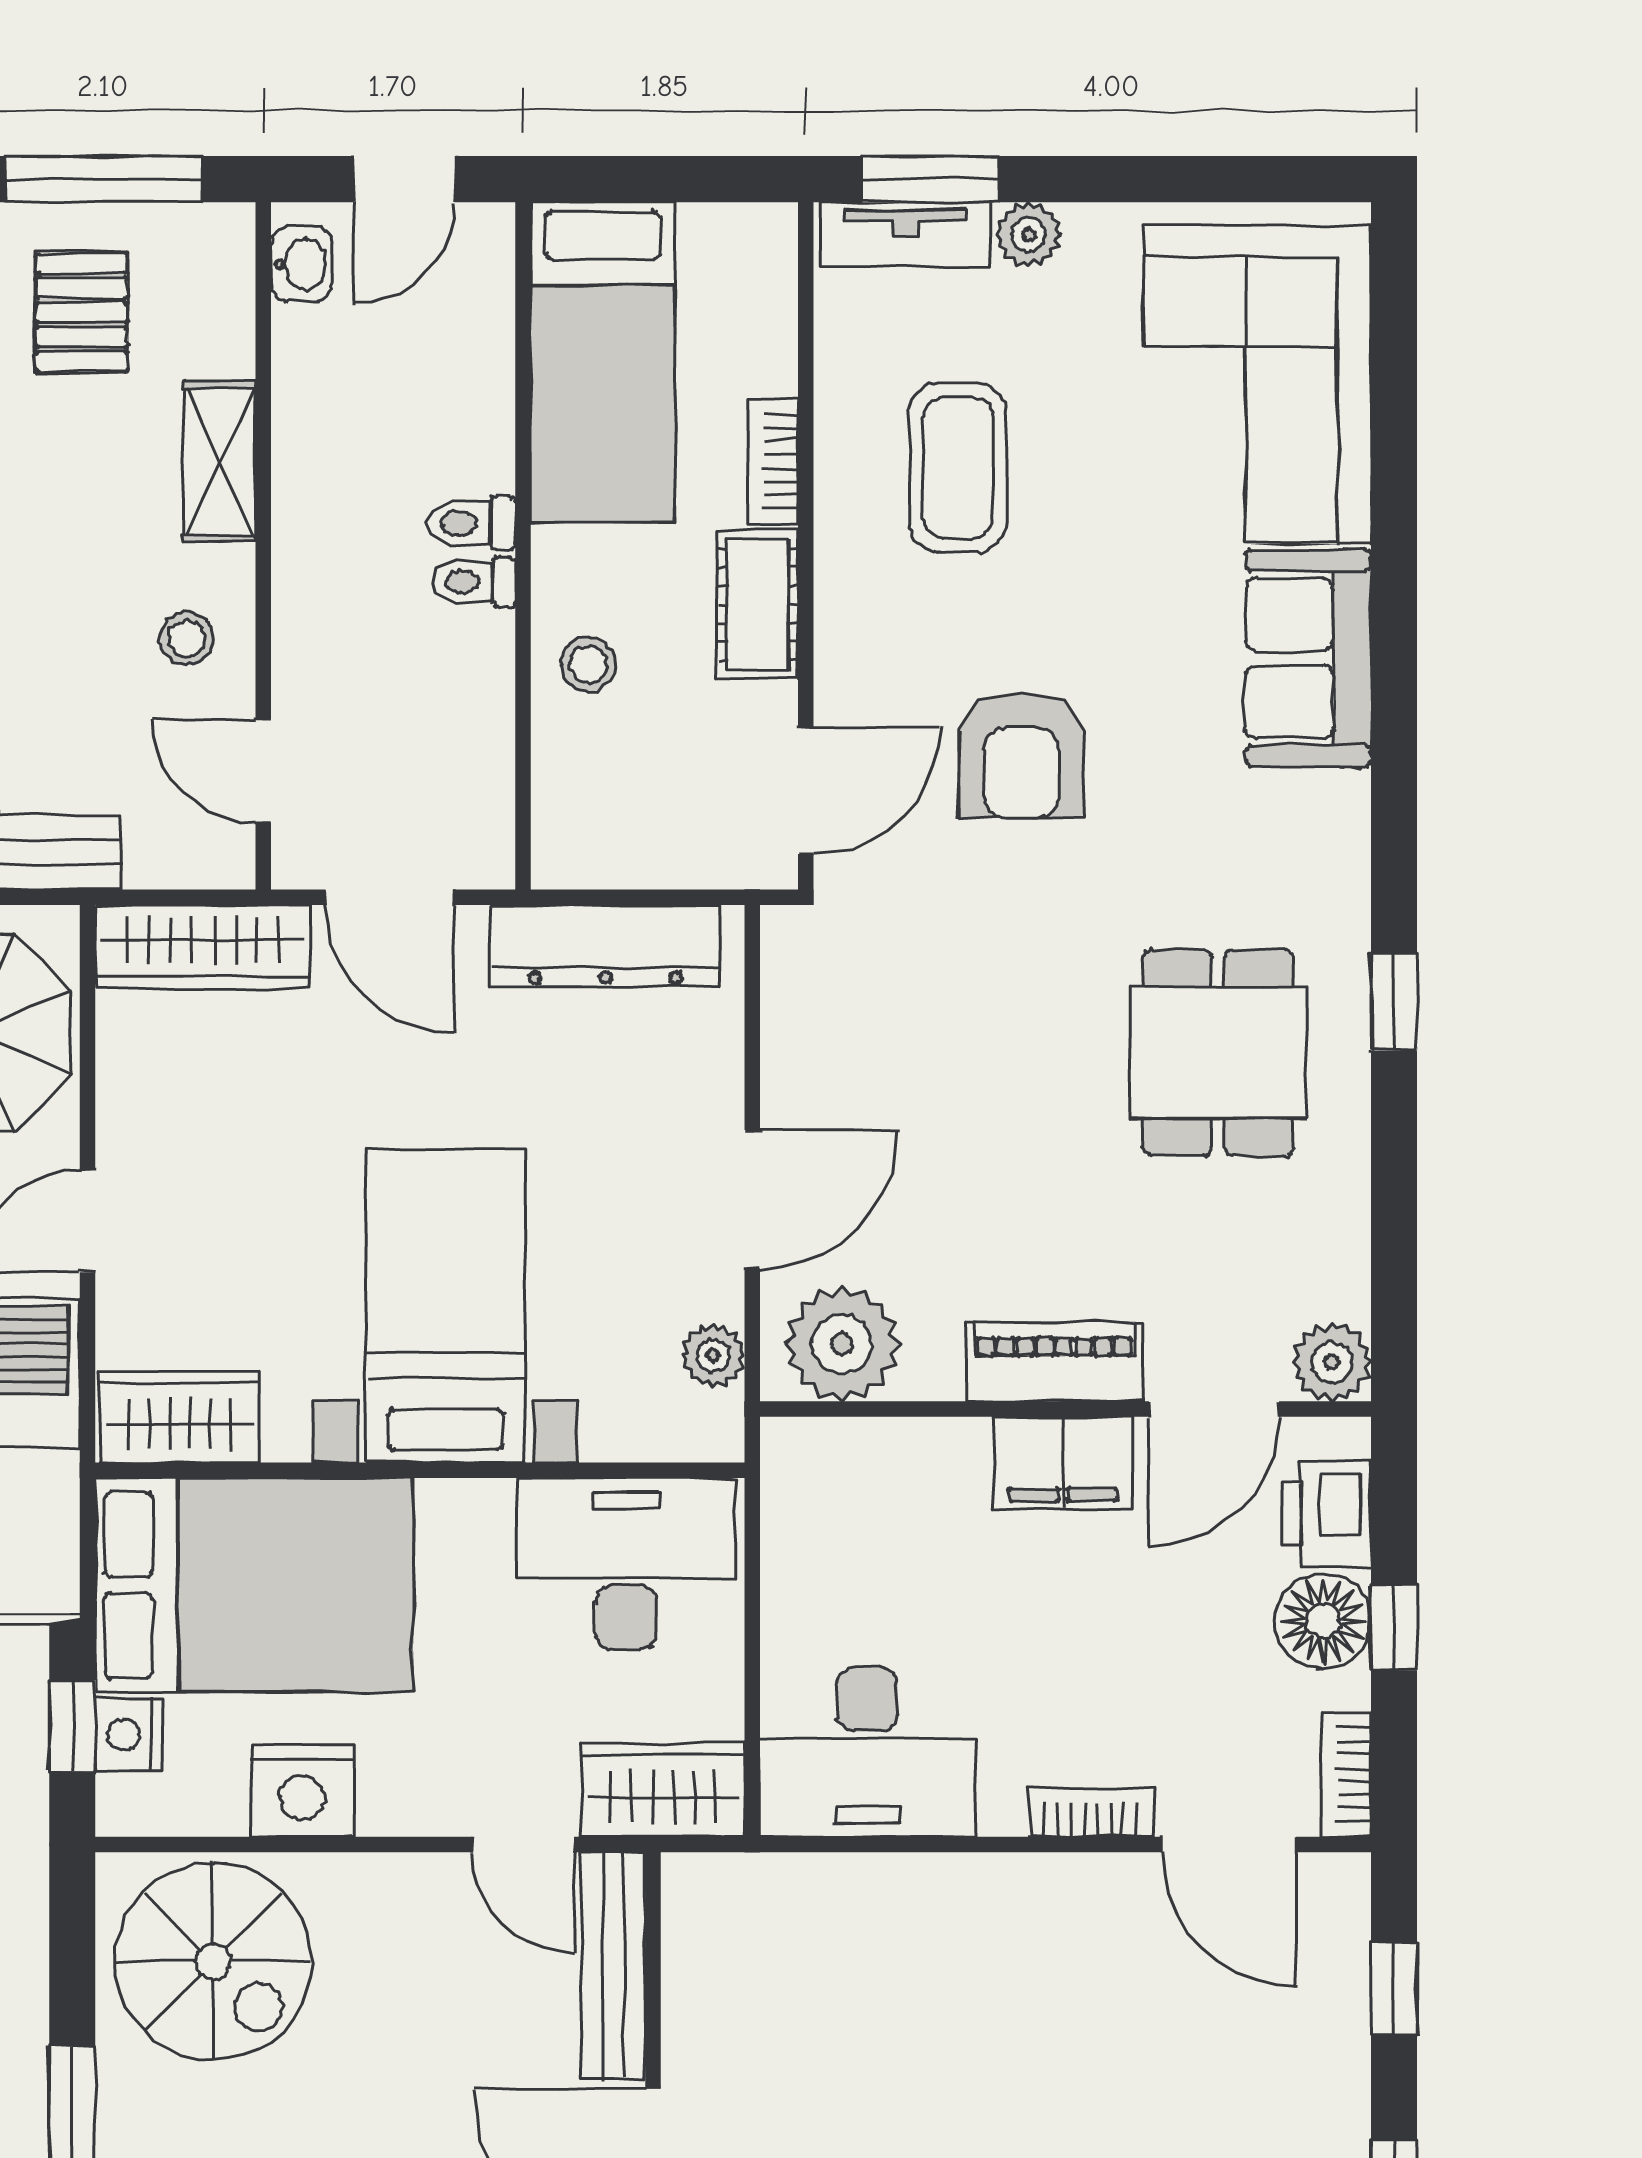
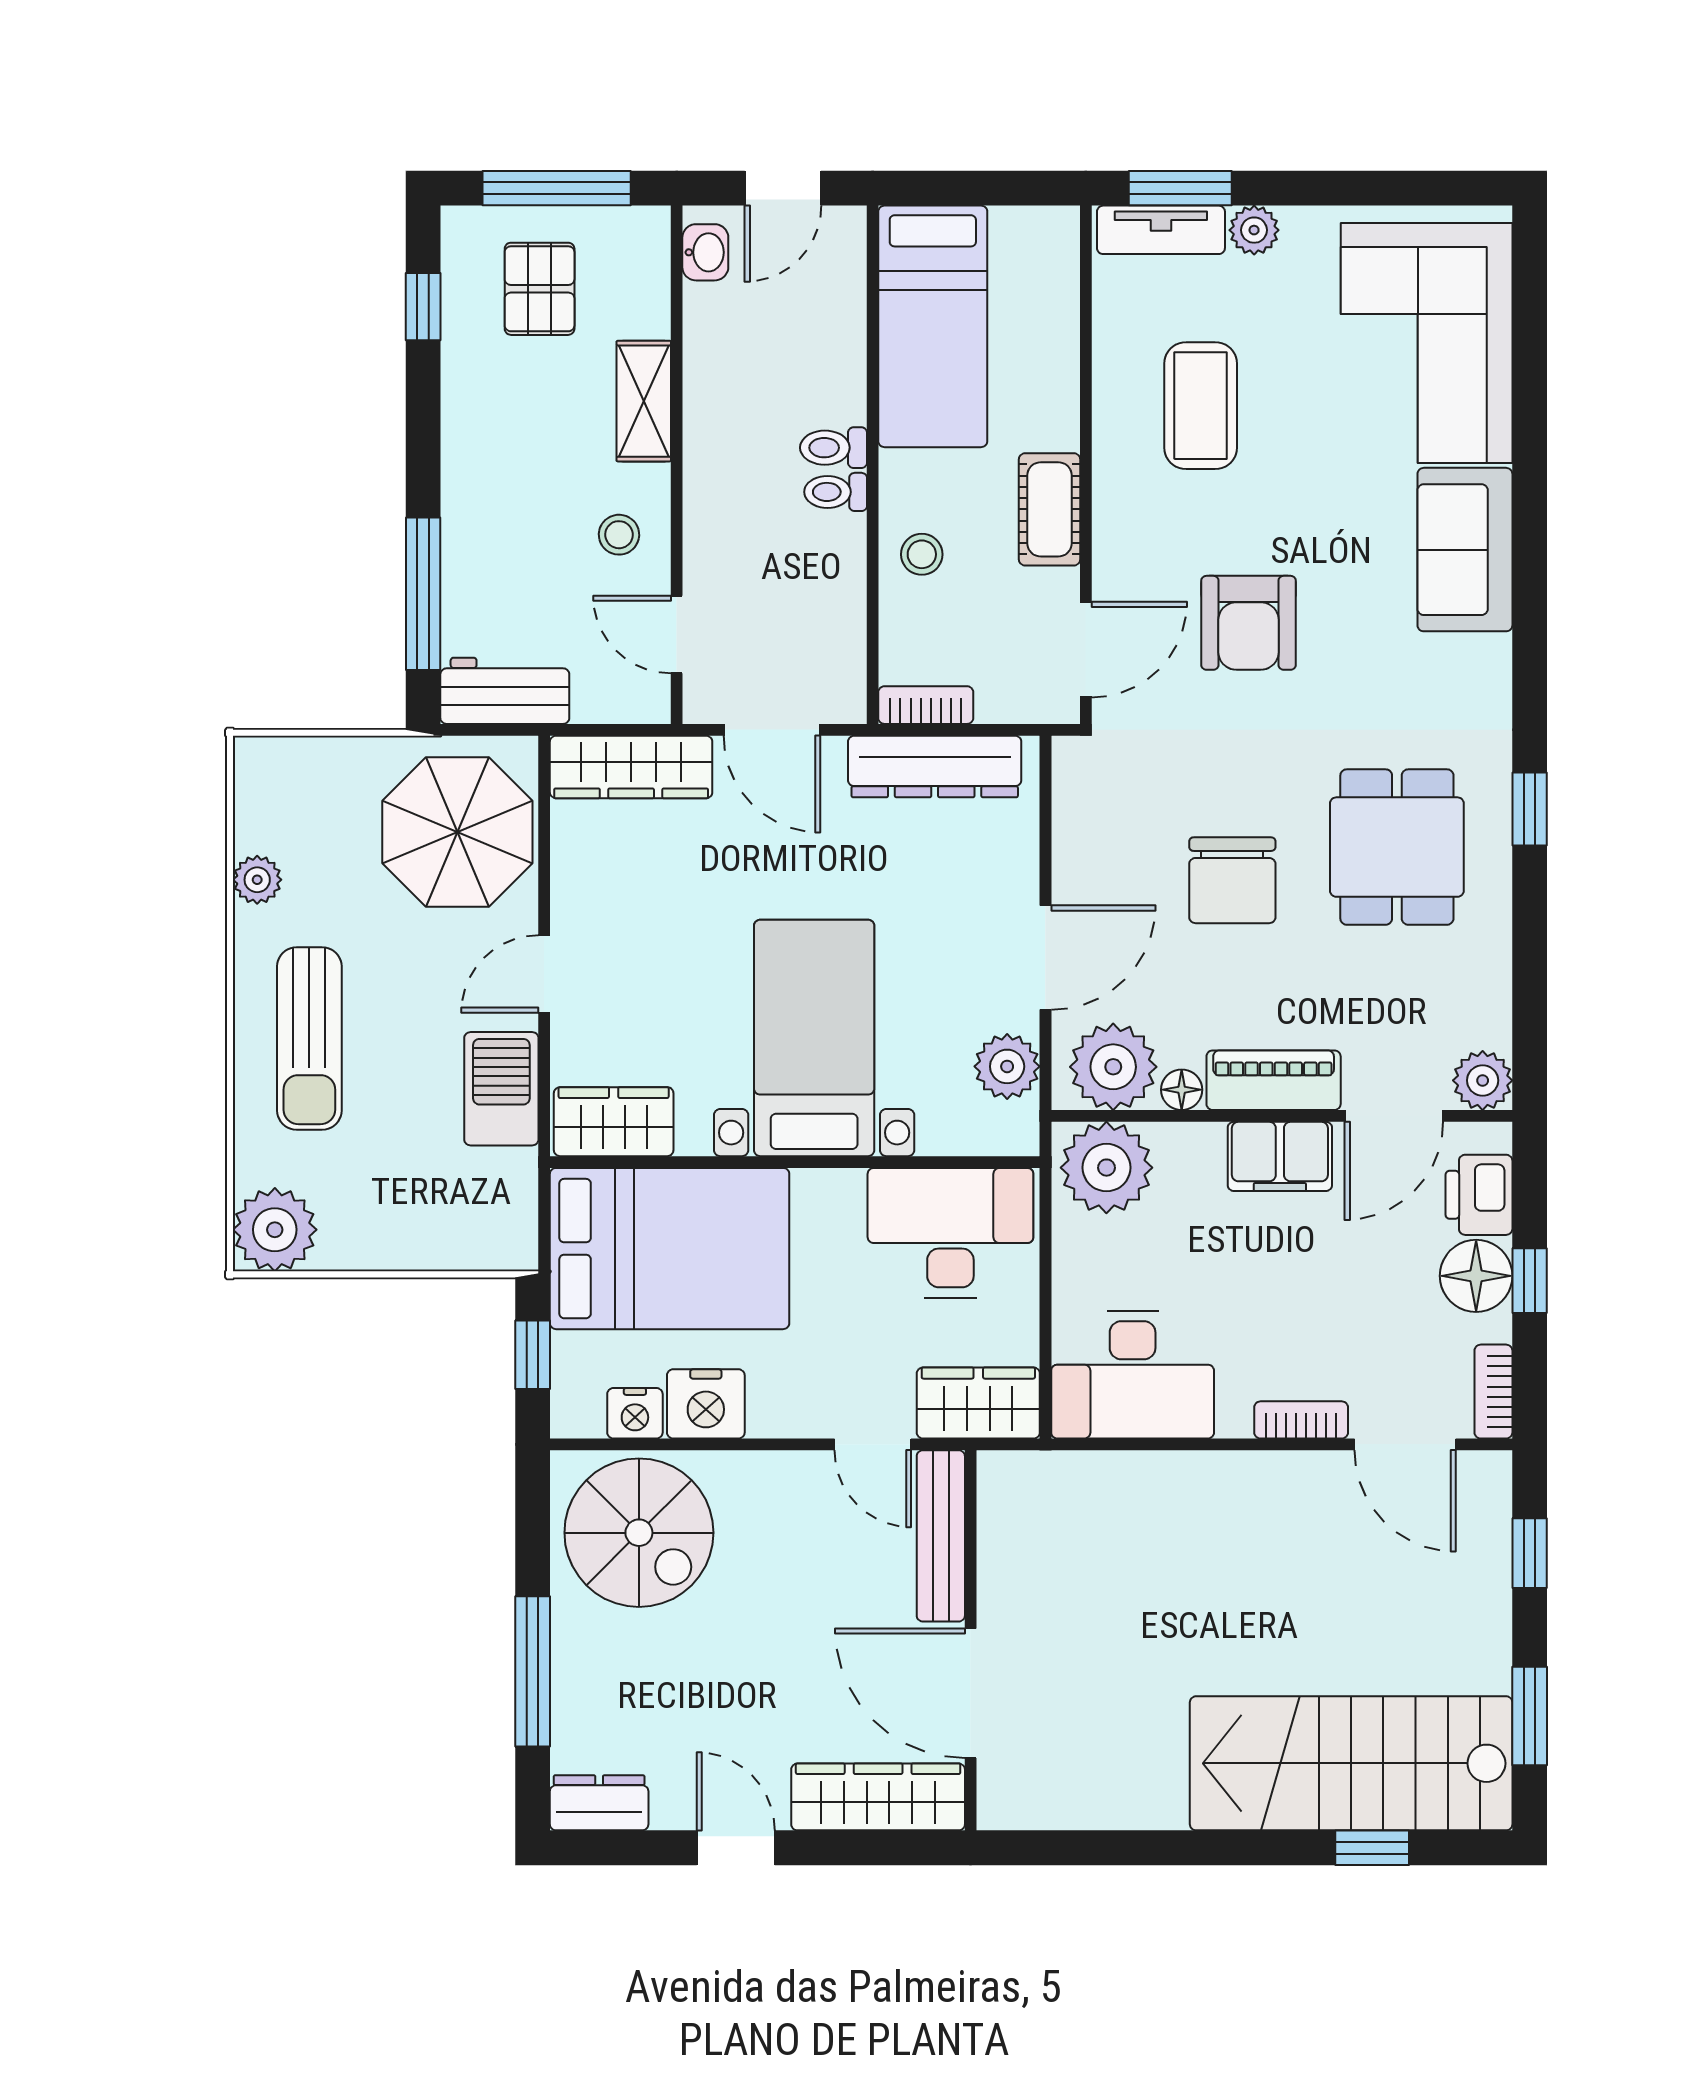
bookcase: (773, 461) -> (926, 705), moved, turned 90
chair: (1000, 1097) -> (1232, 880), added
plant: (713, 1355) -> (1007, 1066), width x1.38, depth x1.38
floor lamp: (933, 1374) -> (1182, 1090), added
plant: (833, 1477) -> (1106, 1168), added
nightstand: (129, 1735) -> (635, 1413), moved, turned -90

